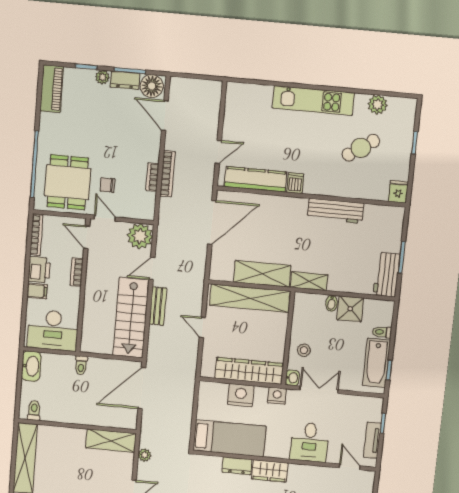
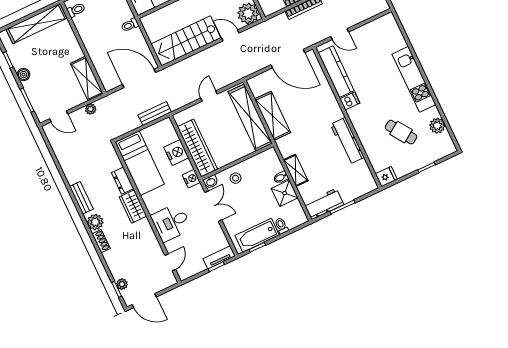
shelving: (309, 281) -> (296, 170), moved
bench: (158, 306) -> (155, 113), moved
tv unit: (372, 440) -> (219, 257), moved

